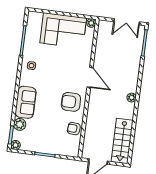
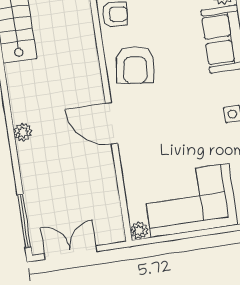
plant: (132, 98) -> (23, 132), moved
armchair: (71, 102) -> (135, 65), turned 98

